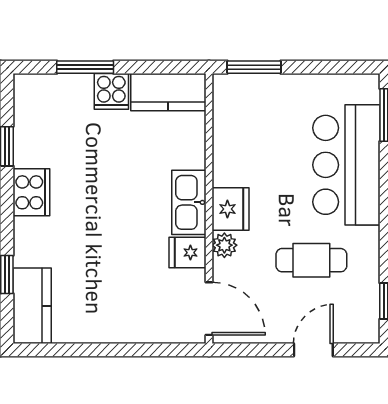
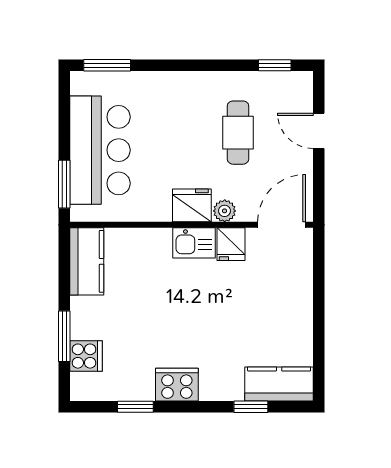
cooker: (111, 91) -> (86, 356), moved
bar counter: (346, 165) -> (100, 150), moved, turned -90
kitchen sink: (189, 202) -> (194, 243), width x0.73

